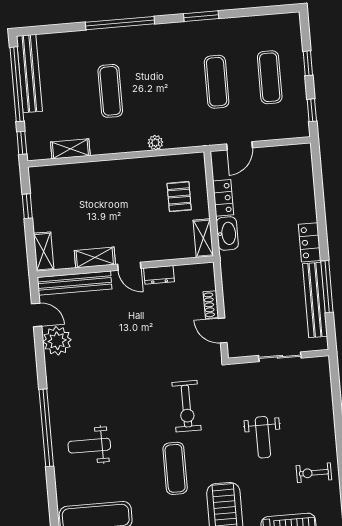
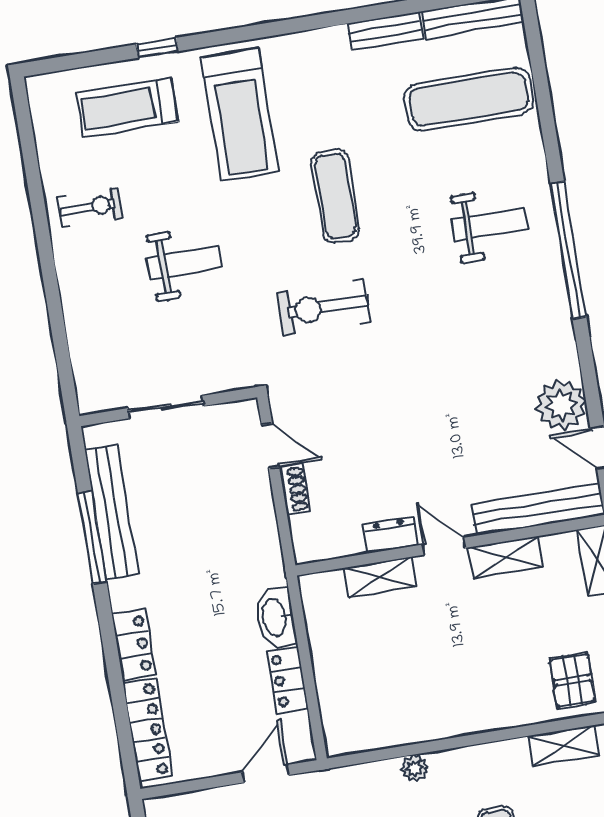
locker: (304, 175) -> (148, 730), added
pallet: (179, 197) -> (573, 680), moved
shelving: (203, 238) -> (380, 577), moved, turned 90
locker: (310, 242) -> (134, 644), moved
exercise bike: (187, 406) -> (324, 307), turned -90
weight bench: (263, 437) -> (185, 263), turned 90

